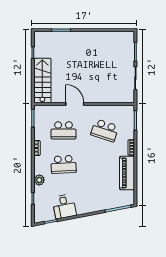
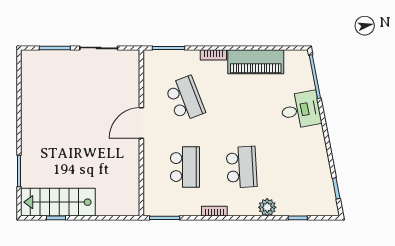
stairs: (42, 81) -> (58, 202), moved
door: (75, 104) -> (141, 123), moved
school desk: (105, 130) -> (185, 99), turned -39
desk: (64, 206) -> (301, 110), moved

